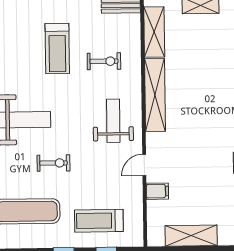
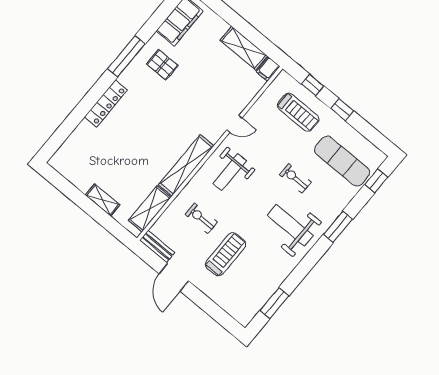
filing cabinet: (157, 191) -> (268, 69), moved, turned -90

